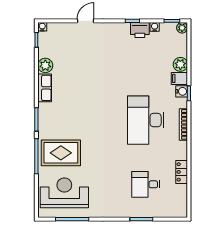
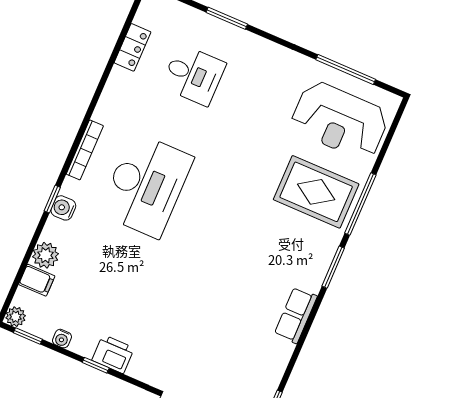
printer: (140, 30) -> (113, 354), moved
plant: (45, 65) -> (278, 353), removed
filing cabinet: (179, 78) -> (37, 280), moved
locker: (182, 172) -> (133, 47), moved

